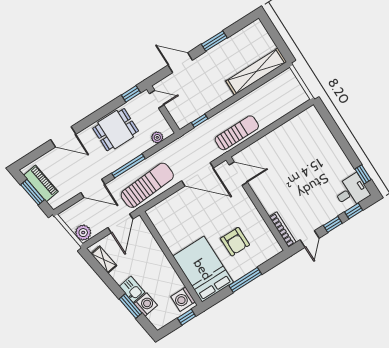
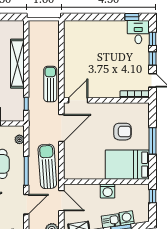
shelving: (256, 71) -> (17, 64), moved
washing machine: (183, 299) -> (108, 191), moved

